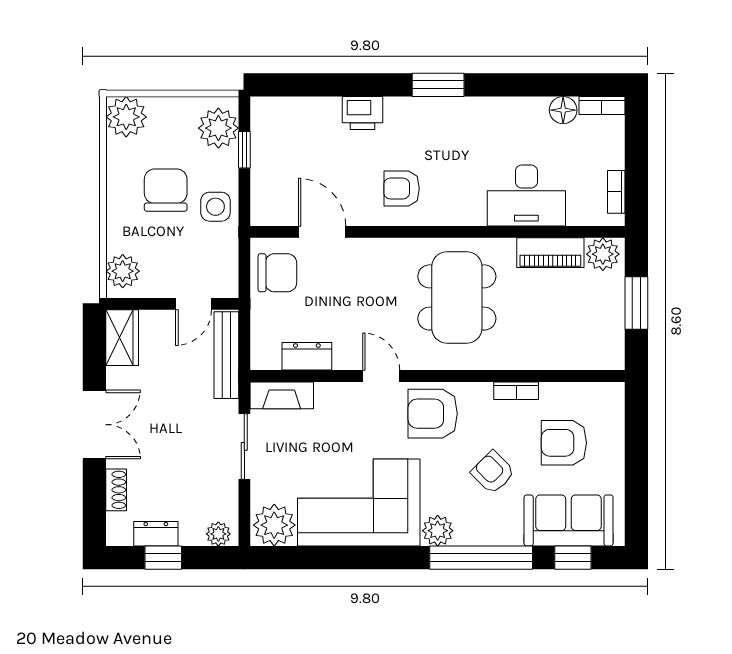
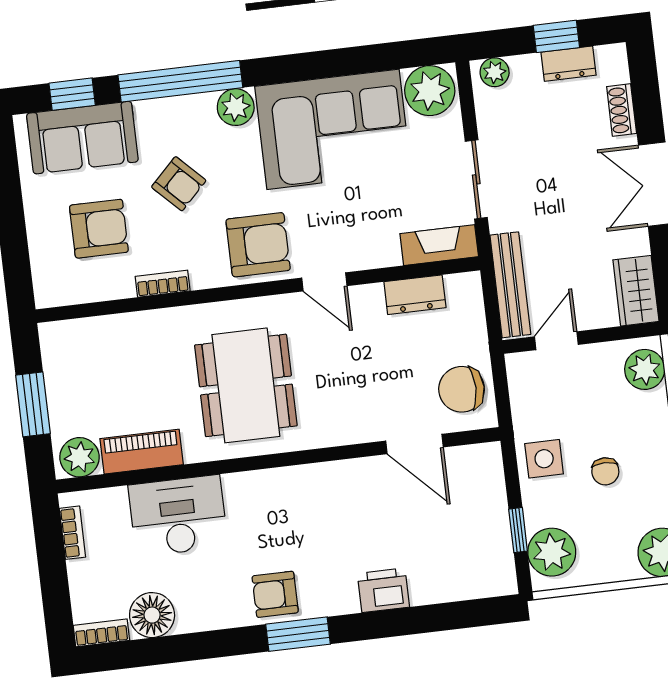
floor lamp: (563, 110) -> (152, 615), width x1.38, depth x1.38
armchair: (402, 189) -> (275, 594), moved, turned 180
chair: (166, 190) -> (605, 471), width x0.54, depth x0.54

